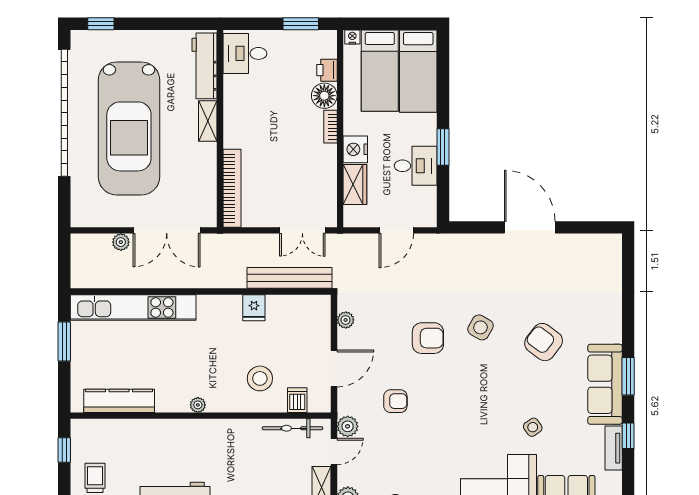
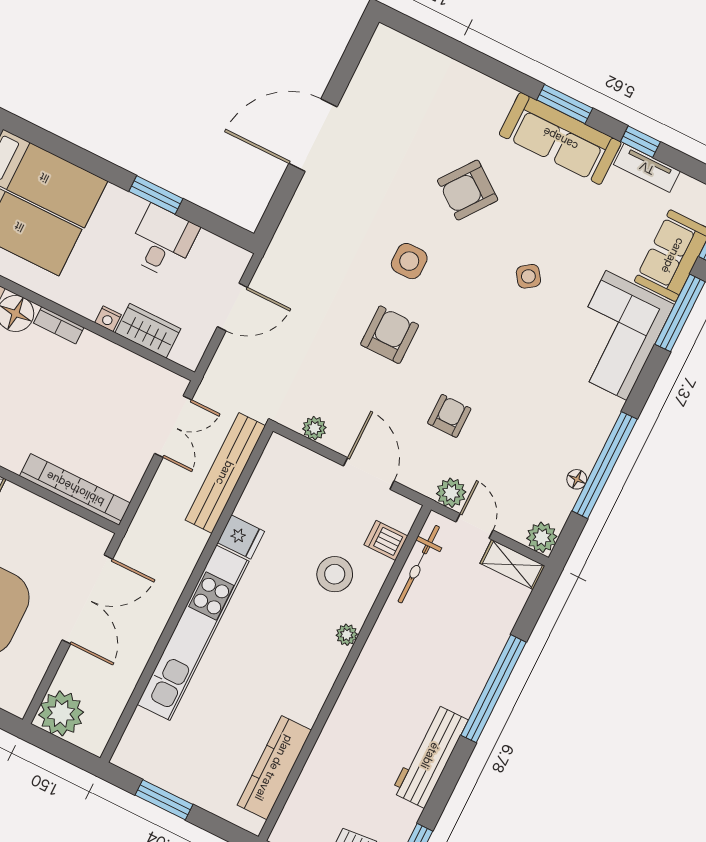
nightstand: (355, 149) -> (108, 319), width x0.53, depth x0.56
door: (396, 230) -> (232, 307), hinge flipped
plant: (121, 242) -> (61, 713), moved, width x1.88, depth x1.88
kitchen unit: (133, 308) -> (193, 633), moved
side table: (481, 327) -> (409, 261), turned -30
plant: (198, 405) -> (347, 635), moved
side table: (533, 427) -> (528, 276), moved

